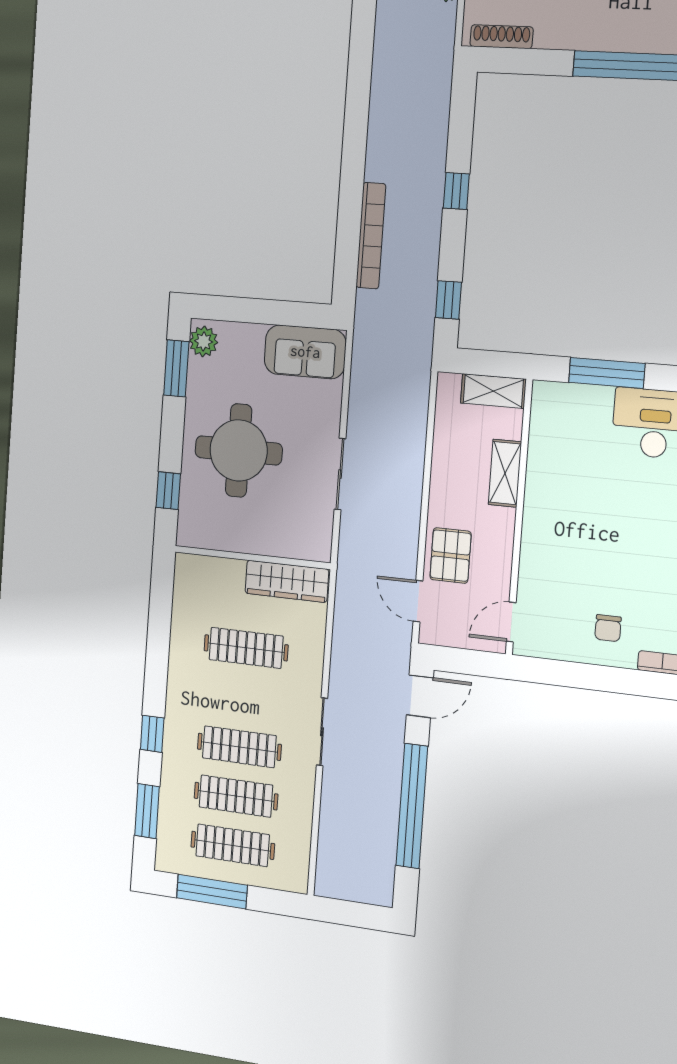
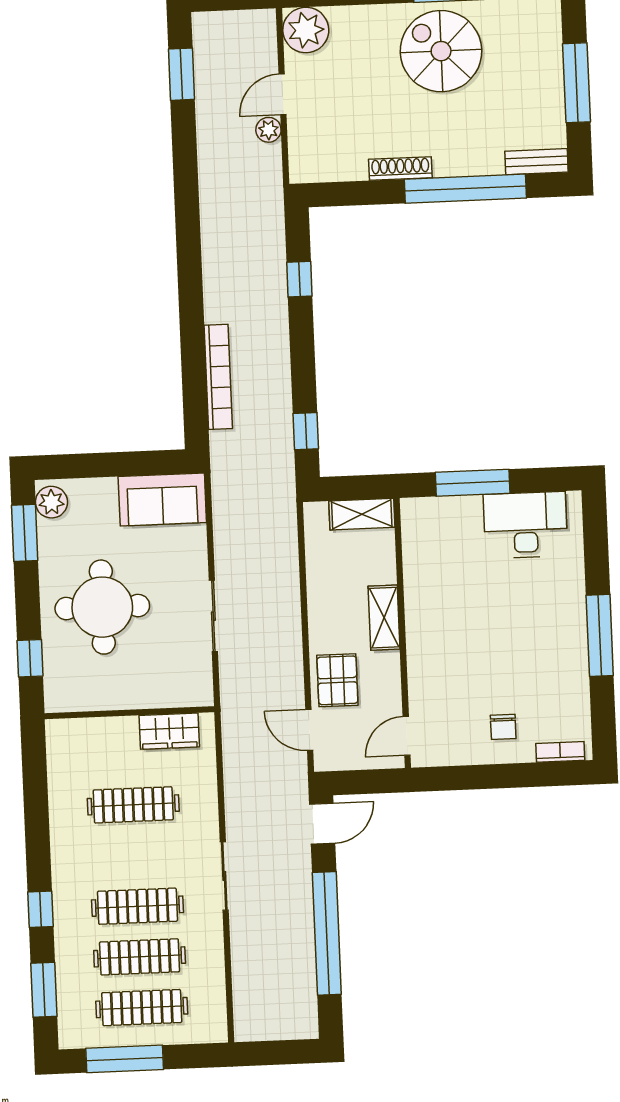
shoe rack: (502, 37) -> (400, 169), moved
window: (456, 191) -> (299, 279), moved
shelving: (505, 473) -> (384, 618), moved
wardrobe: (287, 581) -> (169, 731), width x0.67

